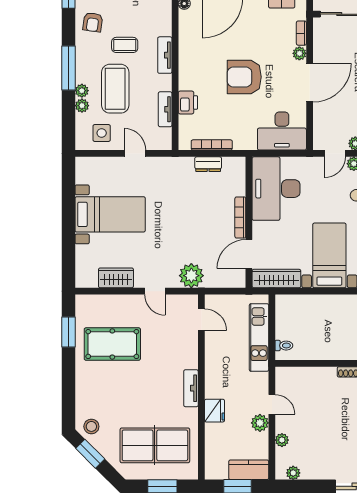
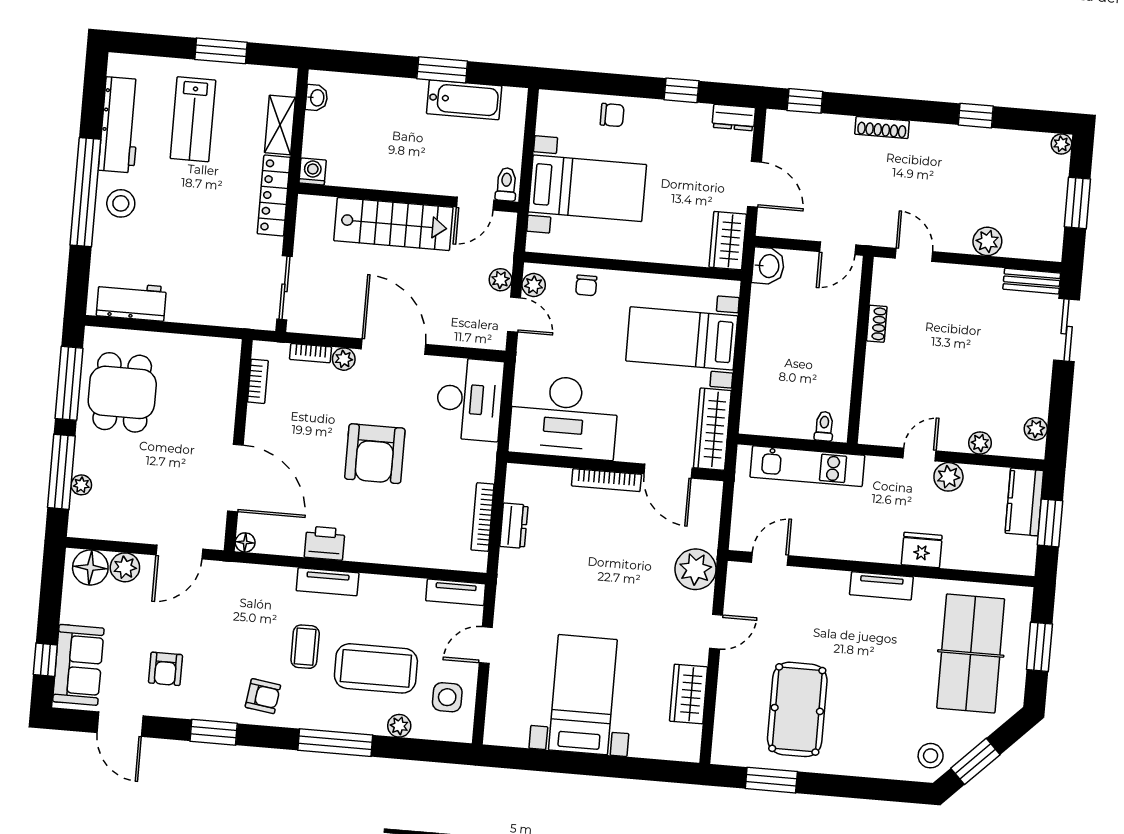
plant: (82, 91) -> (375, 724), removed
printer: (188, 102) -> (325, 543), moved
tv unit: (165, 109) -> (456, 592), moved

